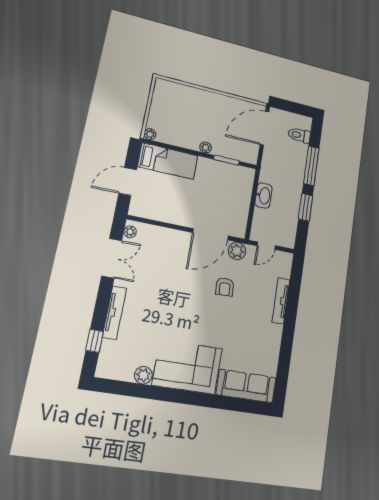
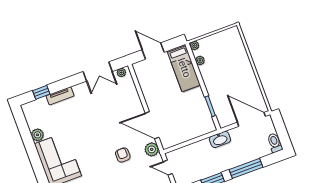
toilet: (299, 135) -> (275, 143), moved
plant: (206, 147) -> (200, 60), moved
washbasin: (264, 196) -> (220, 139), moved
armchair: (225, 287) -> (123, 155), turned 93
tv unit: (115, 313) -> (60, 96), width x0.71

